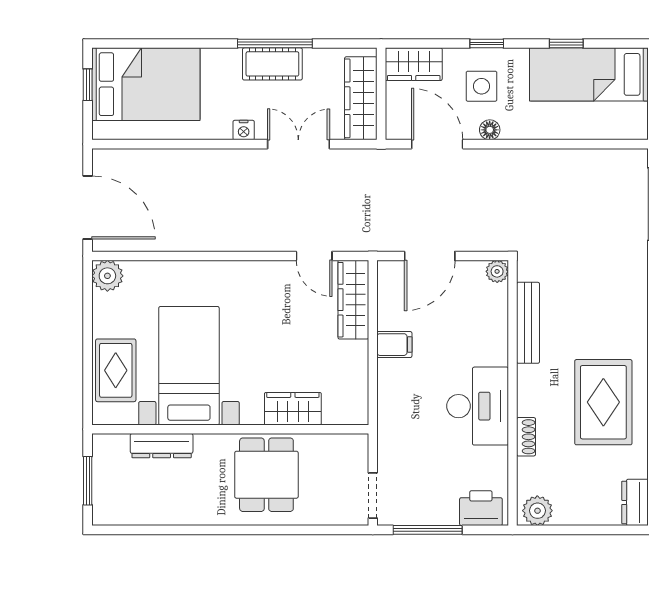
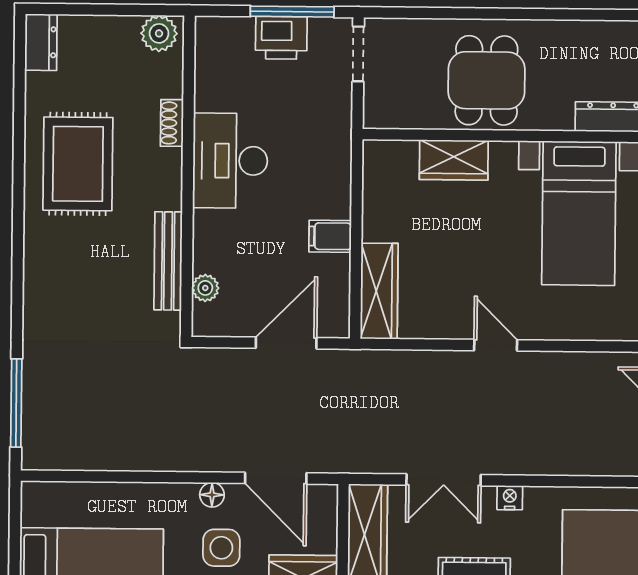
door: (314, 256) -> (496, 345), moved
plant: (497, 271) -> (205, 288), moved
printer: (481, 508) -> (281, 38), moved

